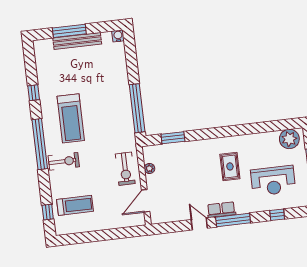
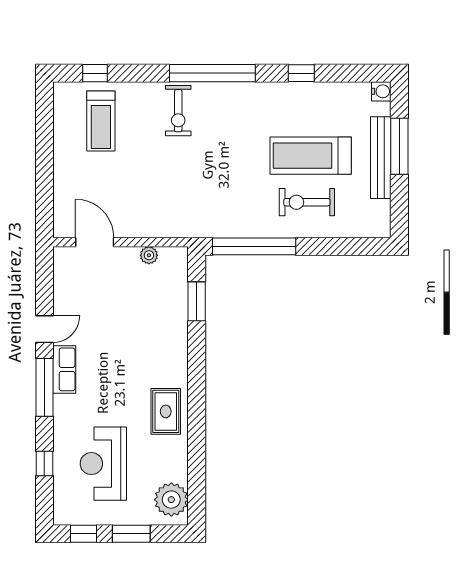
water cooler: (118, 36) -> (381, 91), moved
treadmill: (71, 118) -> (311, 156), moved
rug: (230, 166) -> (166, 411), moved, turned 90
exercise bike: (125, 169) -> (307, 202), moved

